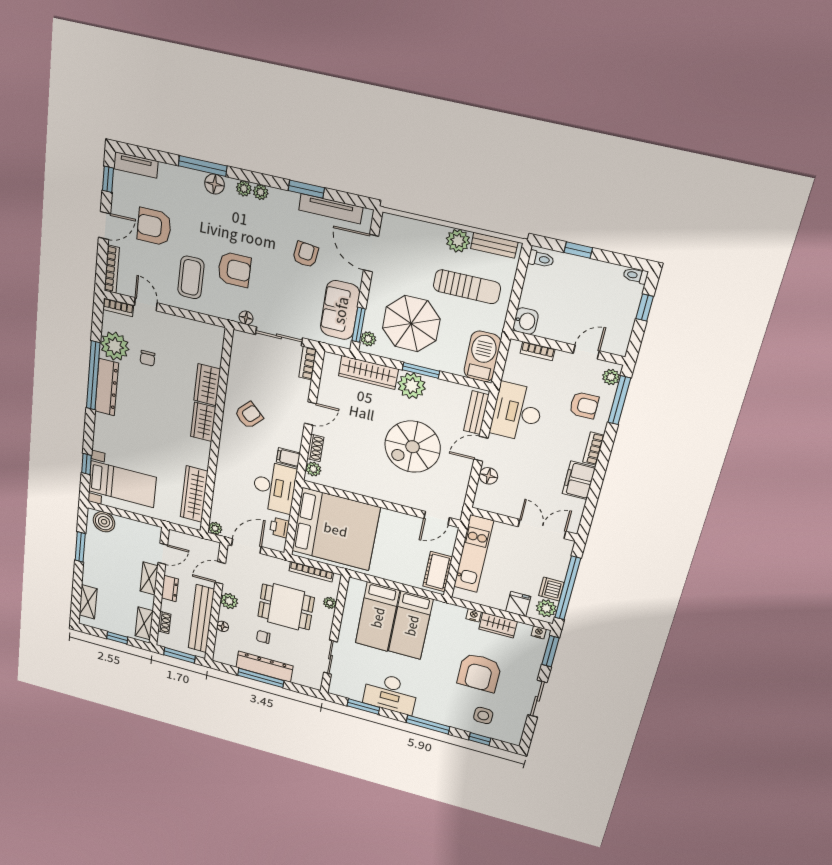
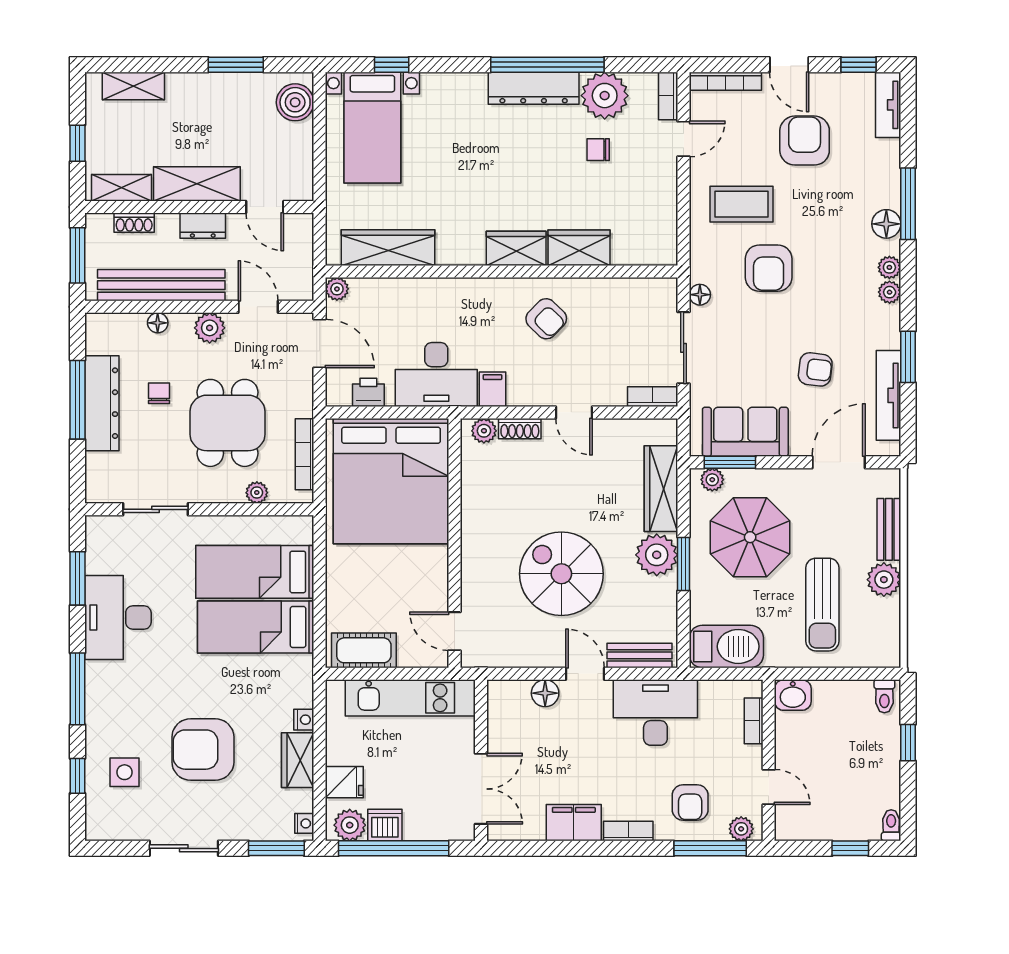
bench: (494, 245) -> (889, 529), moved
shelving: (149, 578) -> (197, 184), width x1.50, depth x1.33

